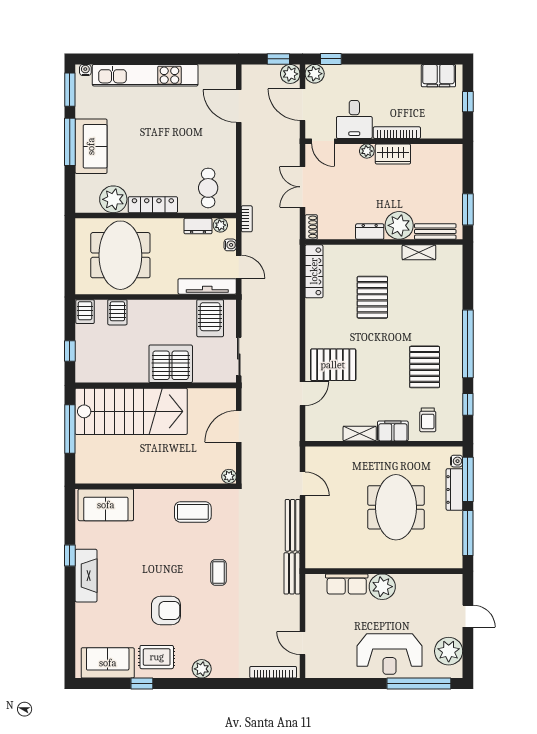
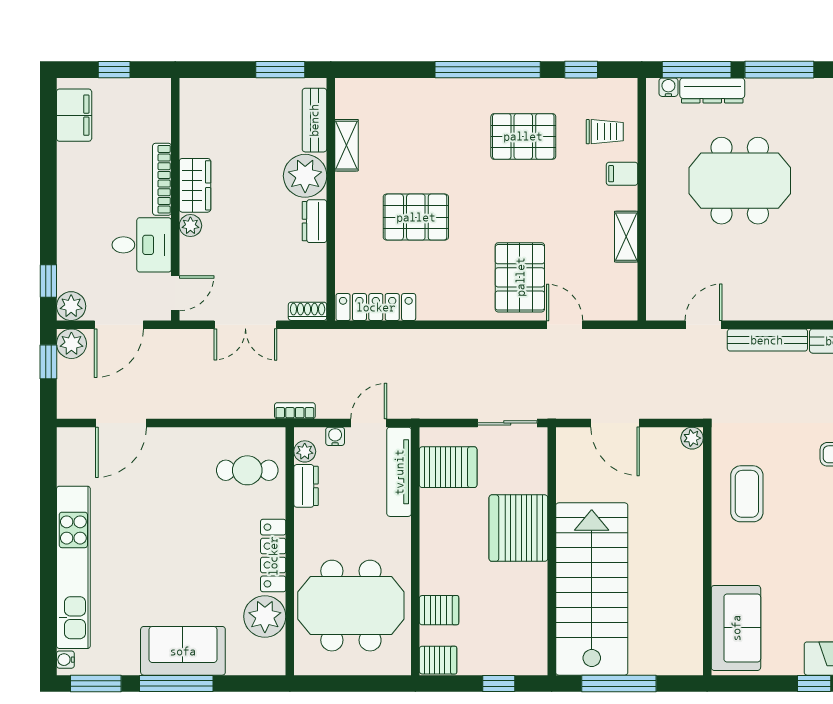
filing cabinet: (393, 431) -> (622, 174), width x0.50

